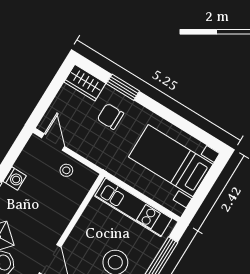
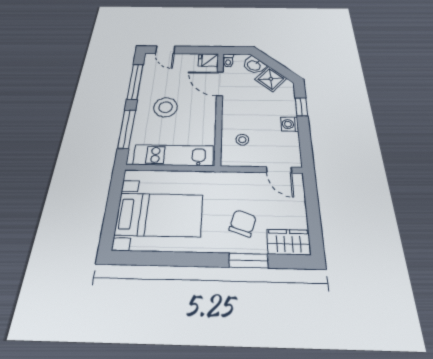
chair: (110, 116) -> (243, 223), turned -72
stool: (66, 170) -> (242, 140), moved

